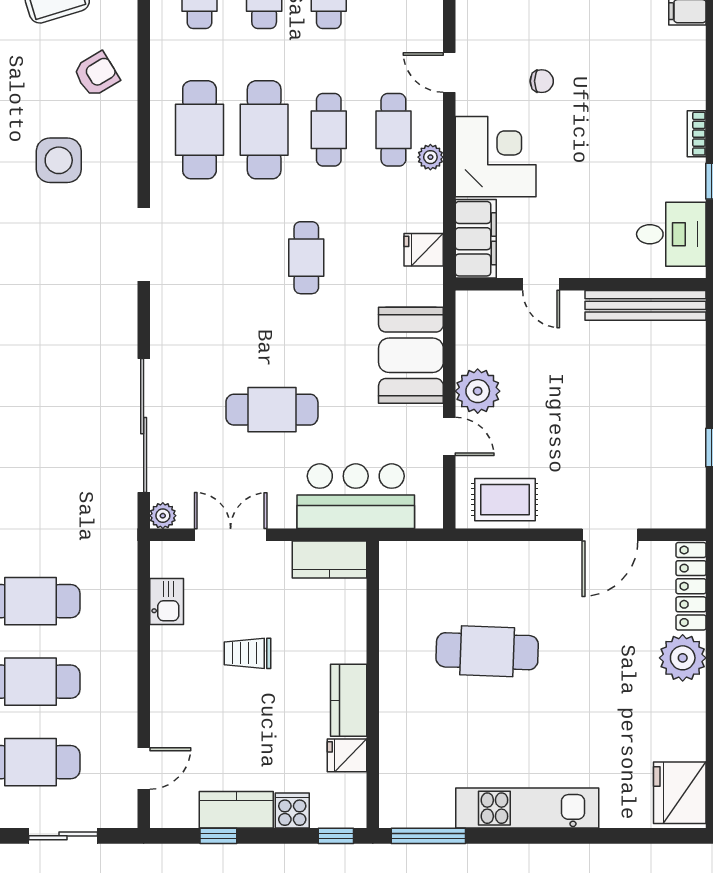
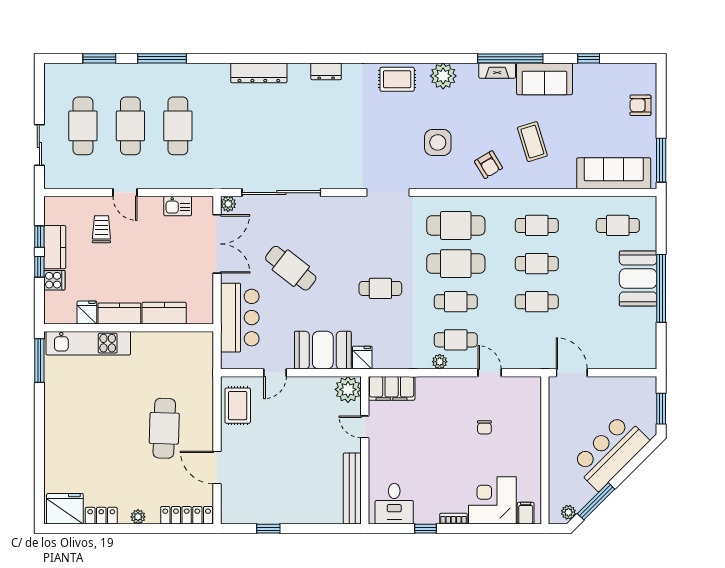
door: (449, 72) -> (490, 373), hinge flipped
corner desk: (496, 157) -> (492, 500), moved, turned 180
fridge: (424, 250) -> (362, 358), moved
door: (541, 284) -> (365, 427), hinge flipped
plant: (478, 391) -> (348, 389), moved
cafe table: (272, 410) -> (291, 268), turned -52
double door: (231, 535) -> (217, 244), width x1.37
kitchen counter: (330, 560) -> (164, 313), moved, turned 90
cafe table: (487, 651) -> (164, 428), moved
trolley: (248, 653) -> (101, 229), moved
plant: (683, 658) -> (138, 517), width x0.53, depth x0.53
locker: (692, 731) -> (101, 516), added
door: (144, 768) -> (125, 193), moved
kitchen unit: (527, 808) -> (88, 343), moved, turned 90
window: (336, 836) -> (39, 267), moved

